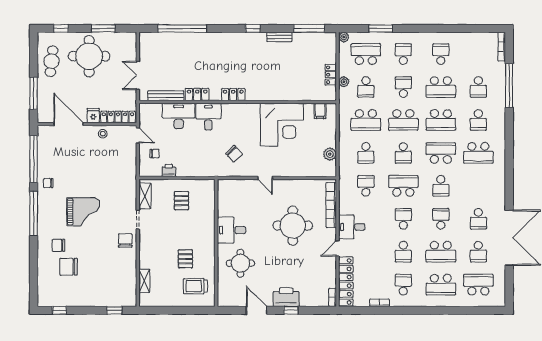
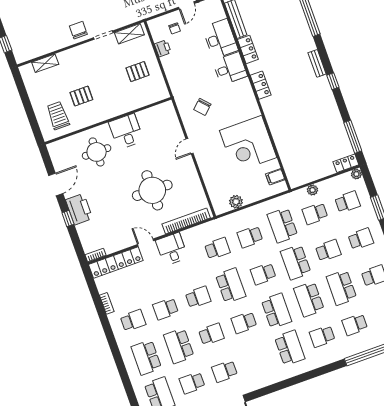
bench: (279, 37) -> (317, 63), moved
school desk: (366, 54) -> (348, 202), width x0.54
locker: (331, 75) -> (346, 163), moved
school desk: (478, 153) -> (290, 348), turned 180
chair: (125, 240) -> (78, 30), turned -90

